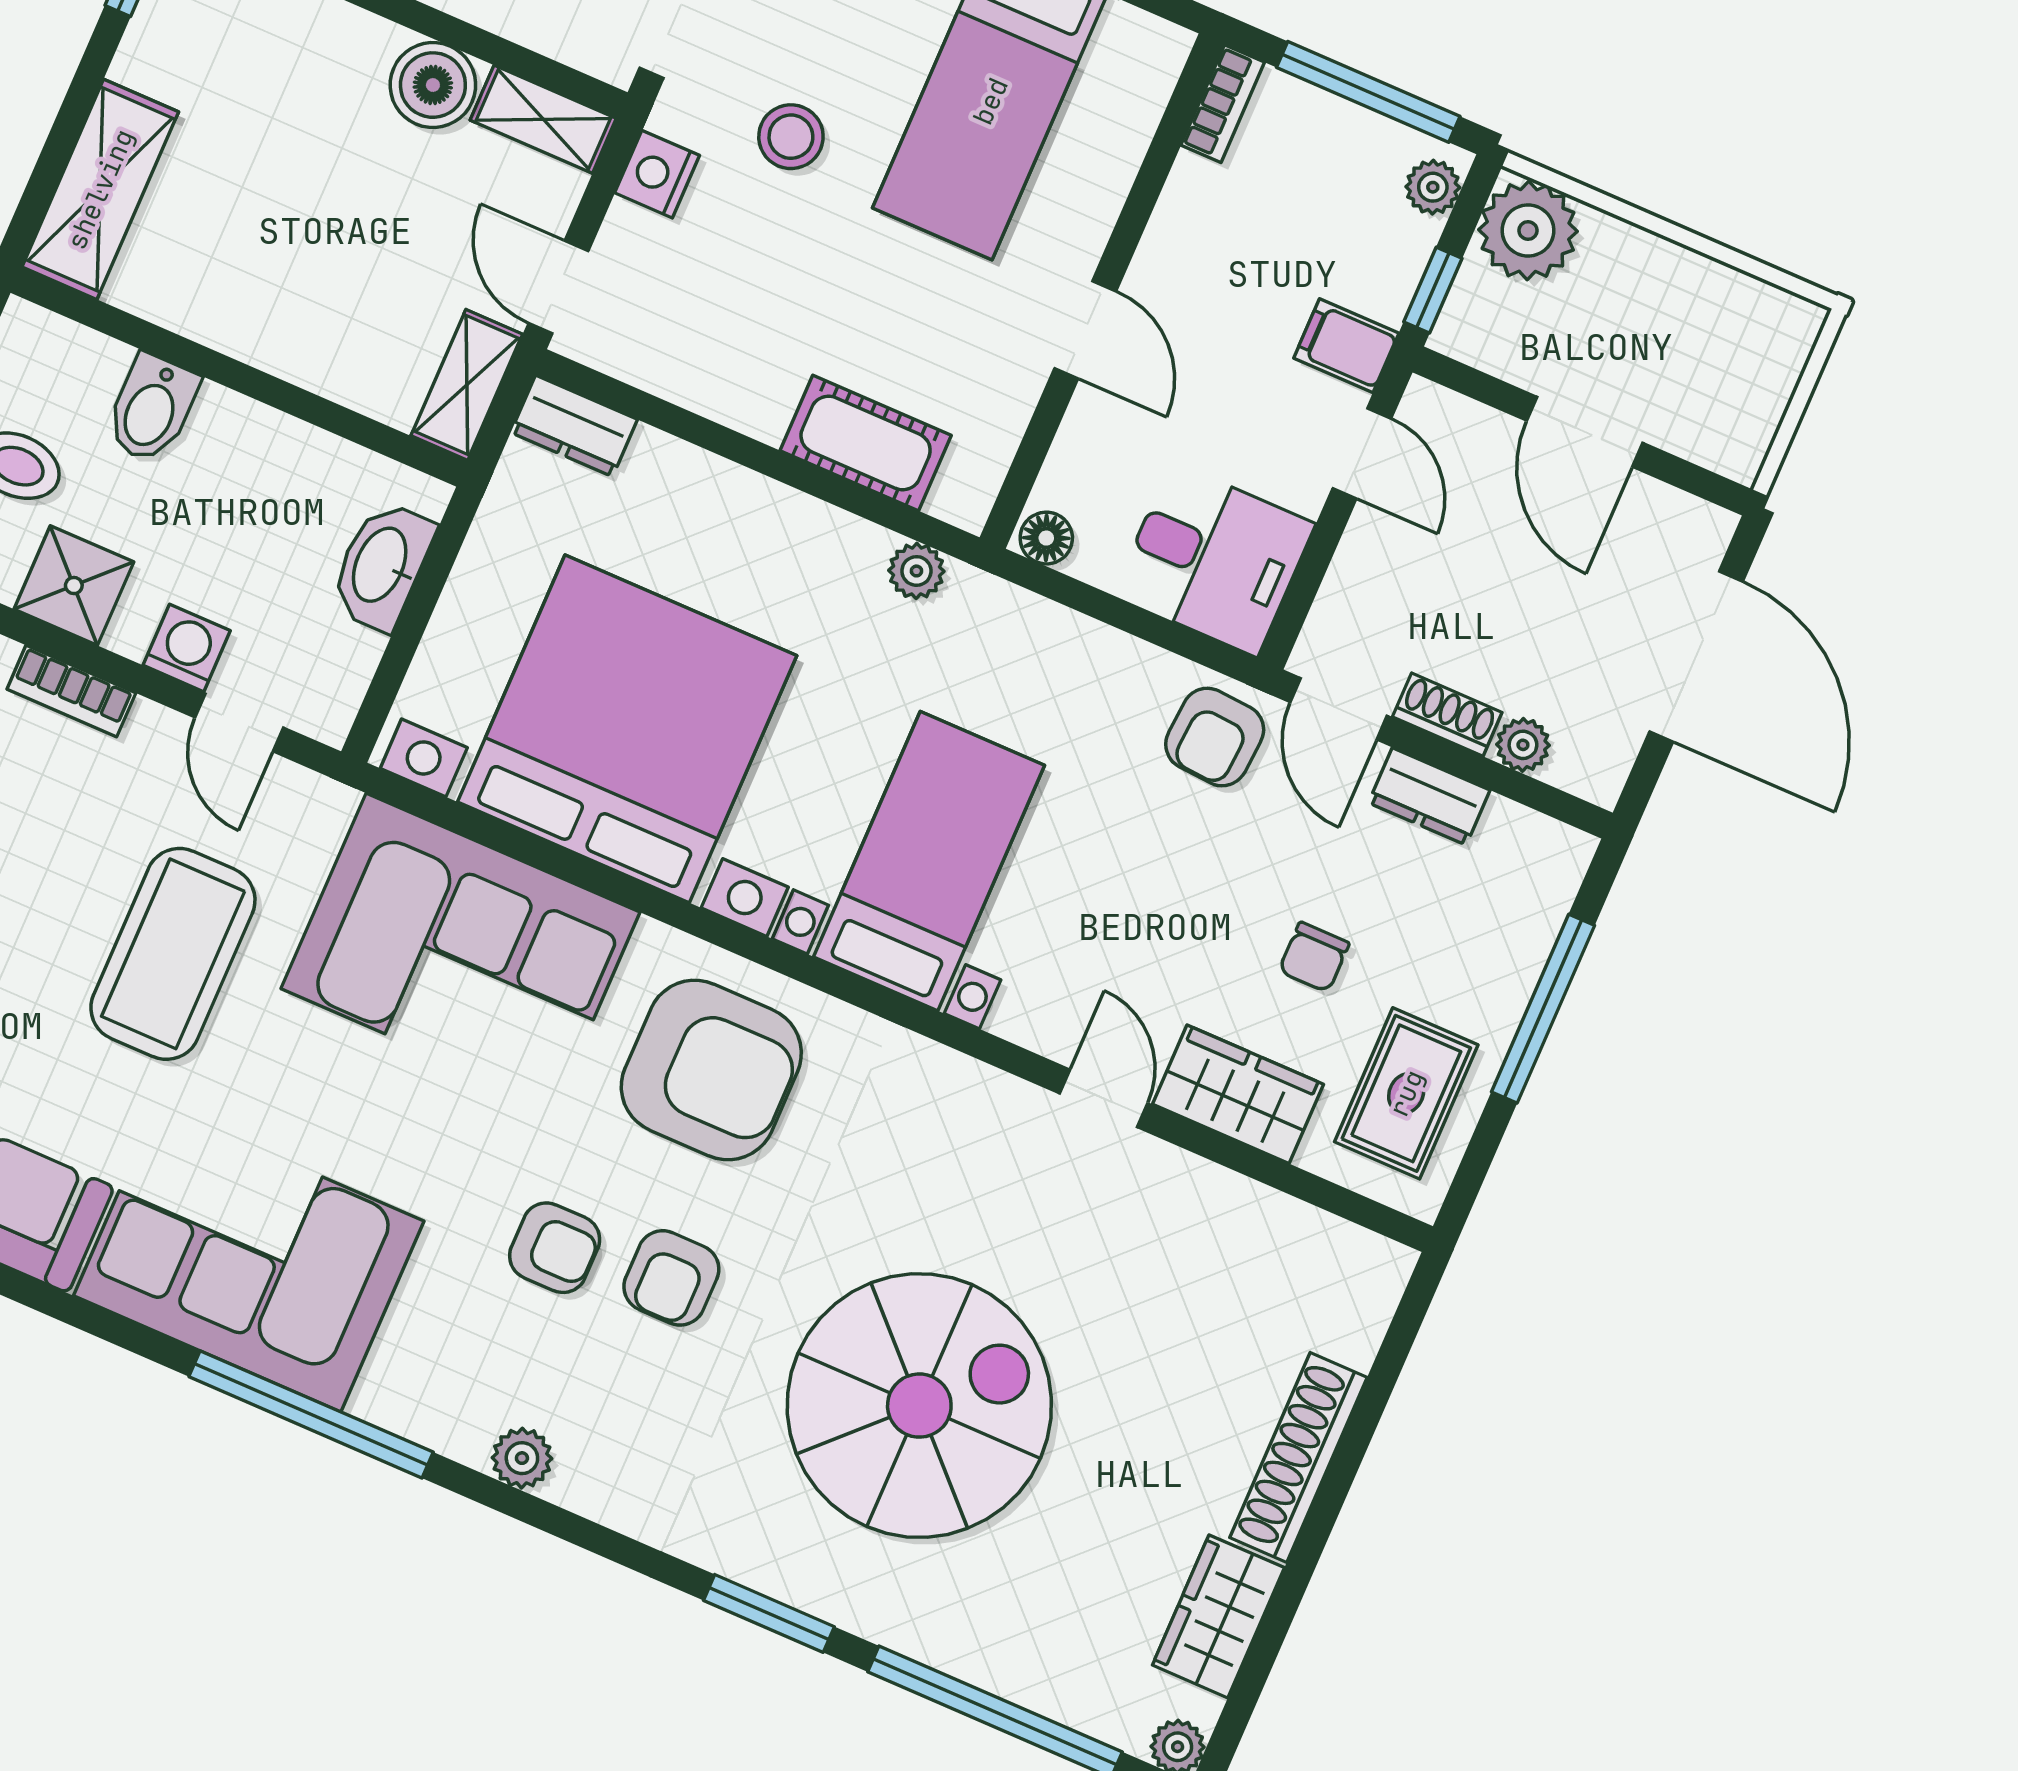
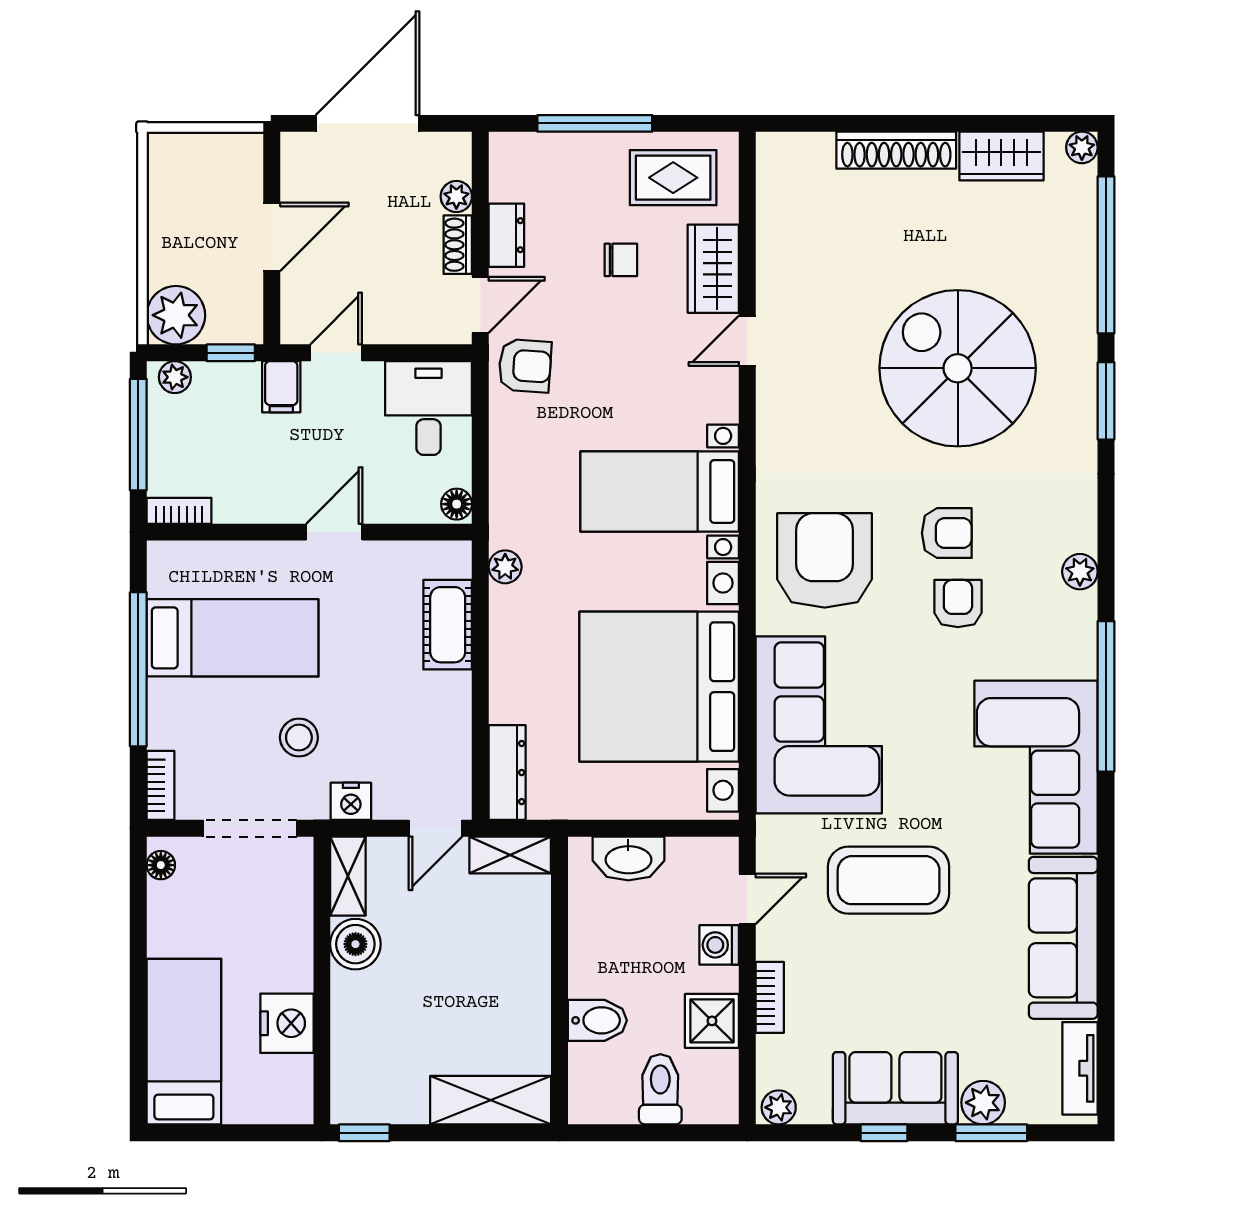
dresser: (574, 426) -> (507, 773), width x1.44

